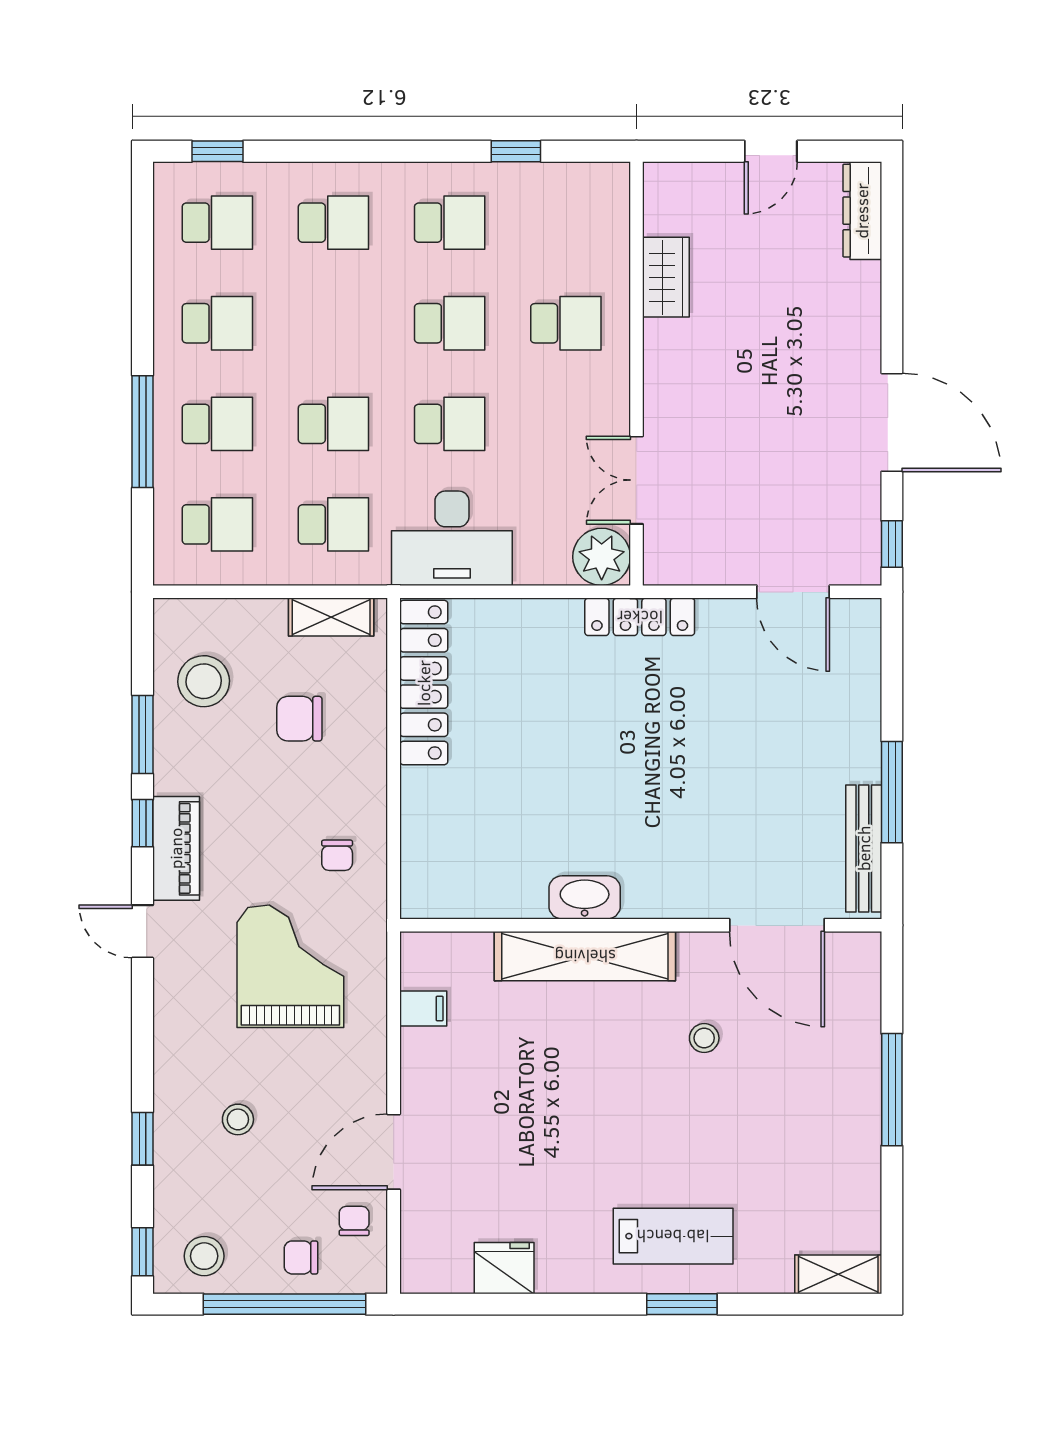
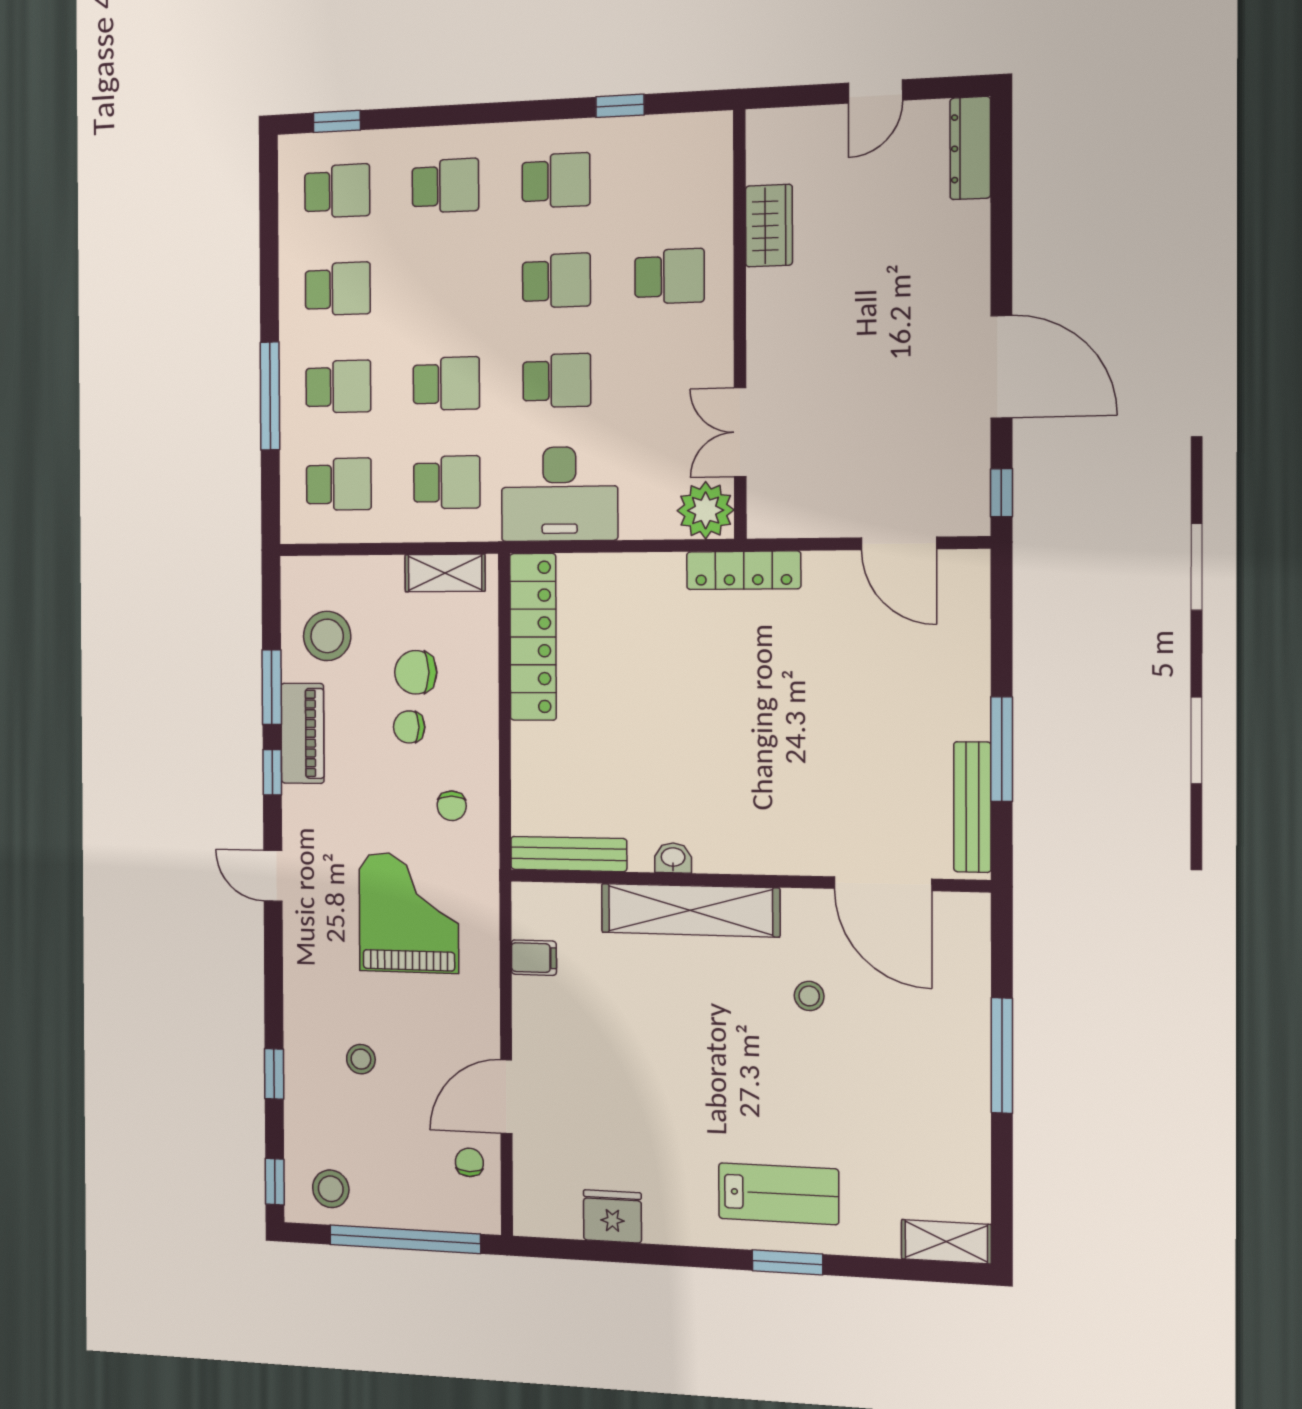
piano: (176, 848) -> (302, 733), moved
washbasin: (585, 897) -> (673, 858), width x0.52, depth x0.69
bench: (460, 902) -> (569, 854), added
chair: (301, 1257) -> (409, 727), moved

